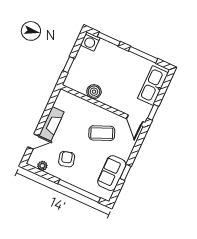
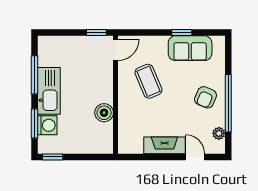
washing machine: (90, 42) -> (47, 125), moved
window: (69, 65) -> (53, 157), moved
kitchen sink: (153, 85) -> (49, 91), moved, turned -90
armchair: (67, 159) -> (206, 97), moved, turned -52
window: (79, 191) -> (228, 103), moved

